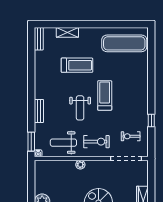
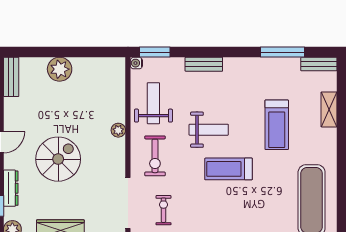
window: (31, 62) -> (282, 52), added
treadmill: (105, 95) -> (229, 169), turned 180
weight bench: (80, 108) -> (209, 130), turned 180

